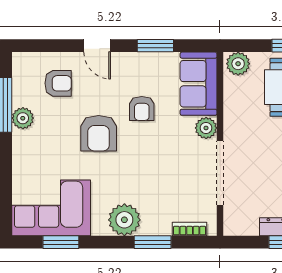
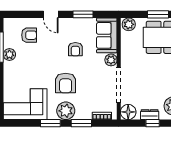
armchair: (99, 133) -> (66, 83), moved
floor lamp: (237, 222) -> (128, 112), added
window: (61, 242) -> (50, 123), moved

